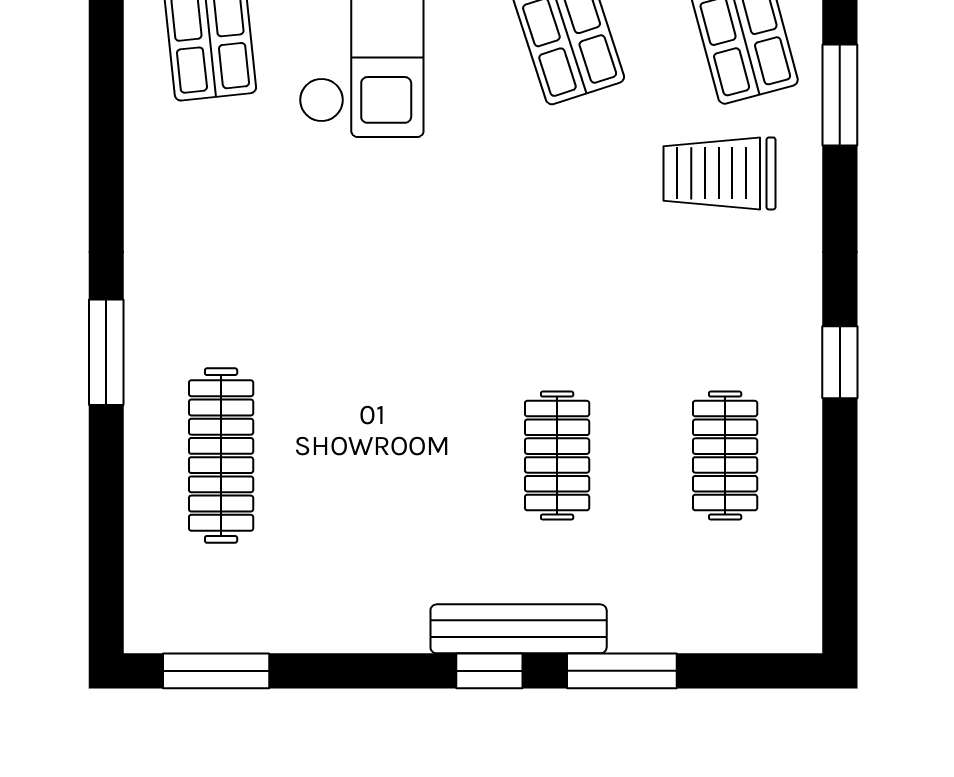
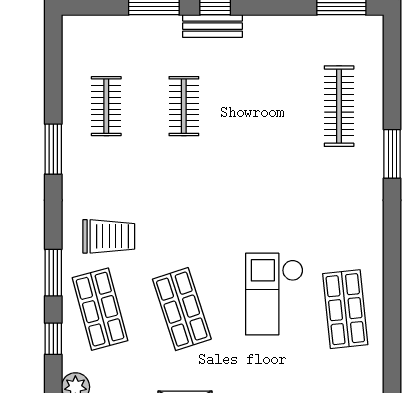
window: (840, 362) -> (53, 149), width x1.50
bench: (519, 629) -> (212, 26), width x0.73

